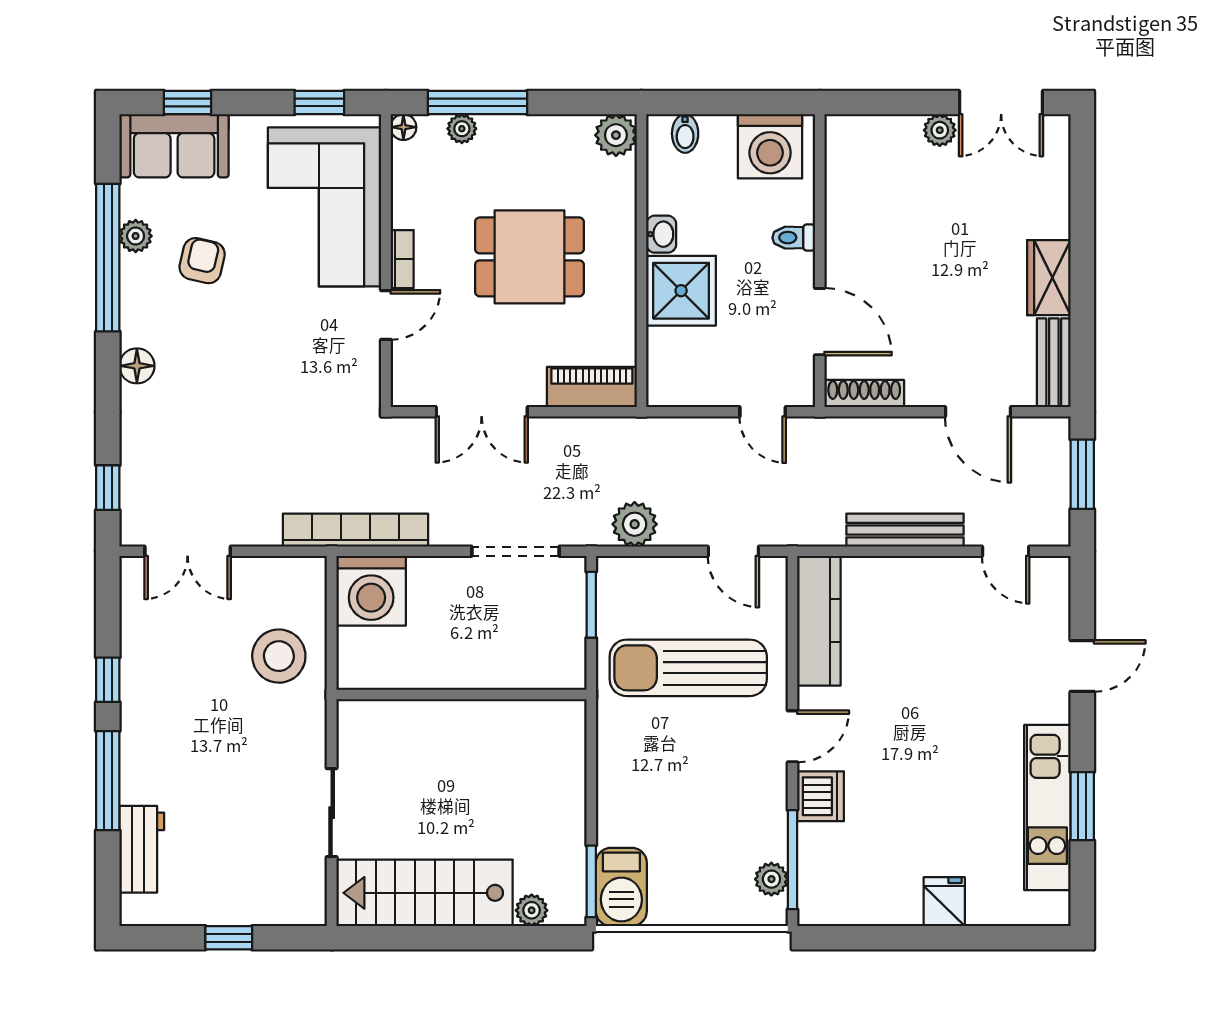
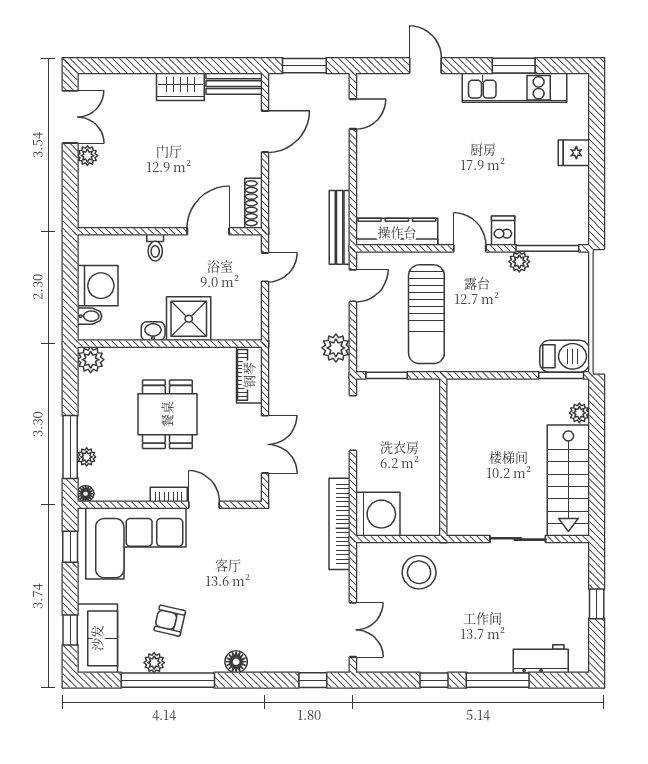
washing machine: (770, 146) -> (98, 286), moved
bench: (905, 530) -> (340, 227), moved
dishwasher: (821, 796) -> (503, 231), width x0.73
plant: (771, 879) -> (519, 262), moved

